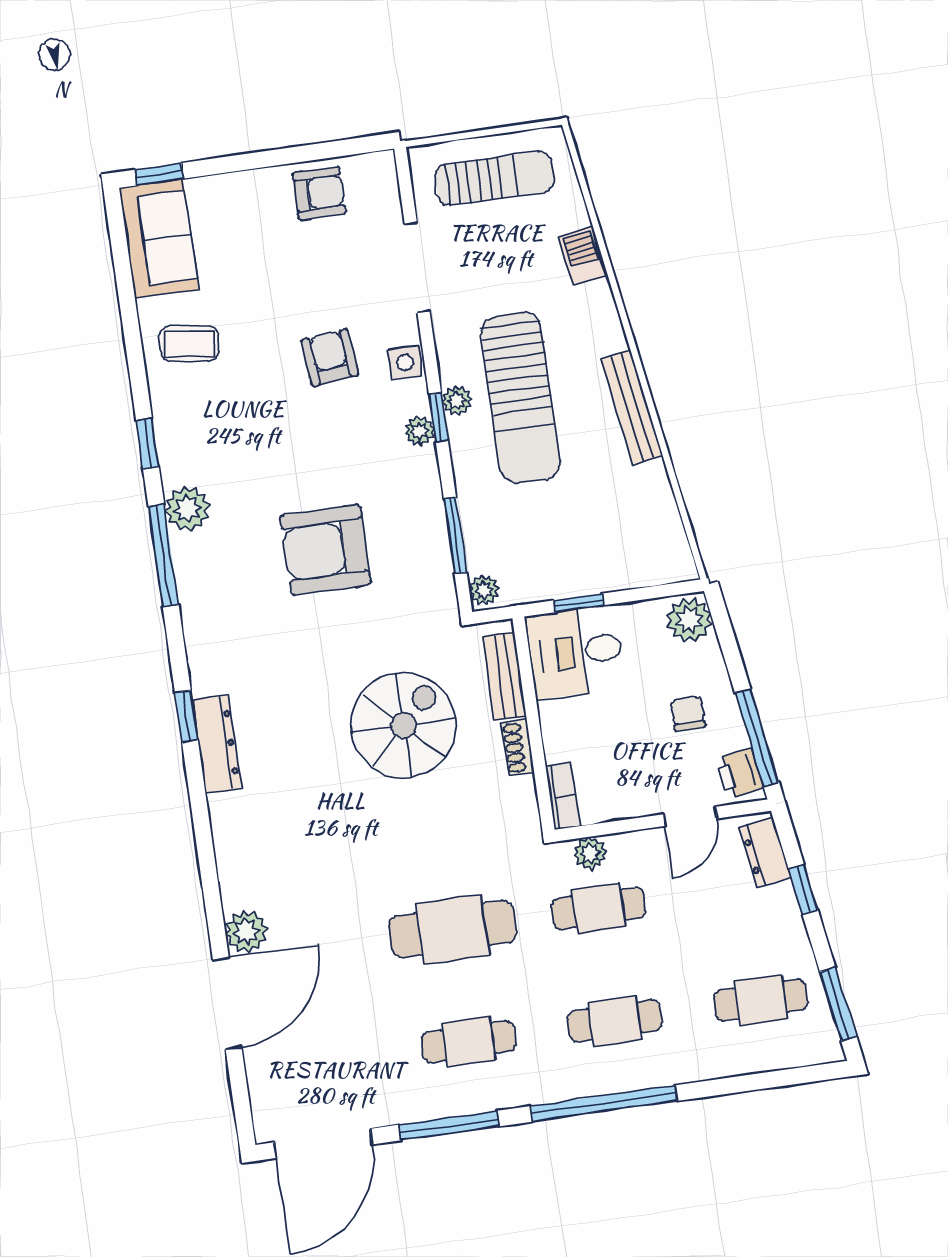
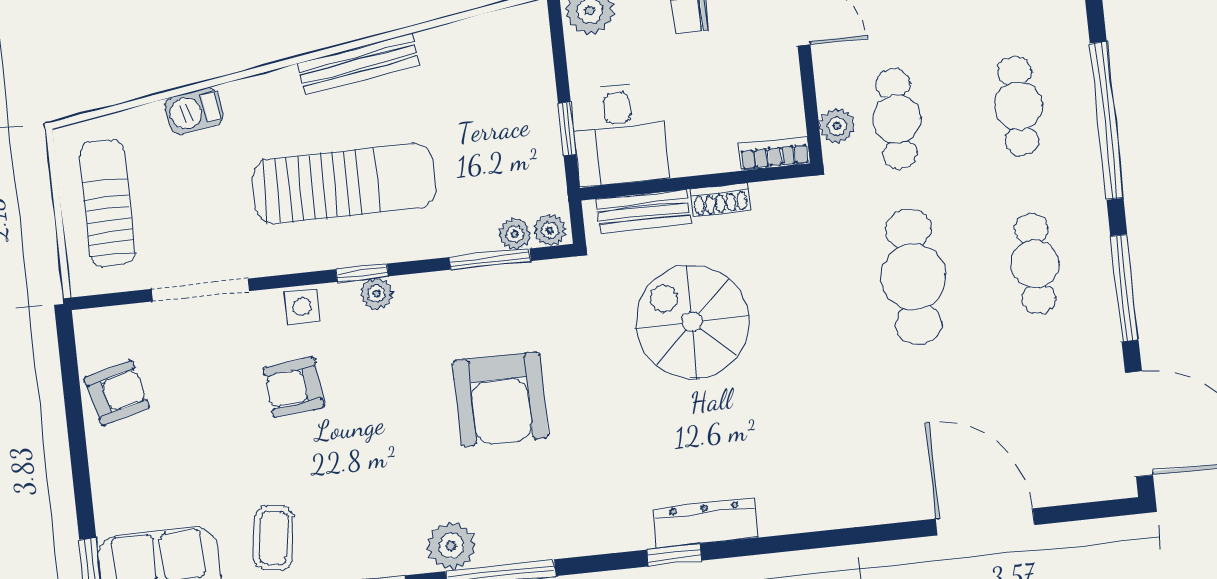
armchair: (319, 193) -> (117, 393), turned 75
plant: (457, 401) -> (515, 234), moved
plant: (246, 932) -> (908, 499), removed

